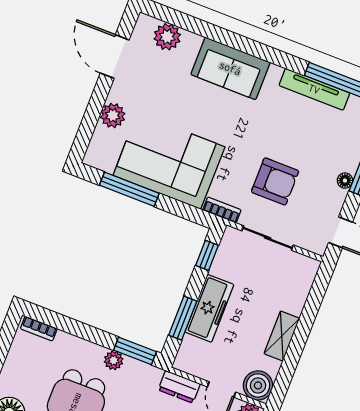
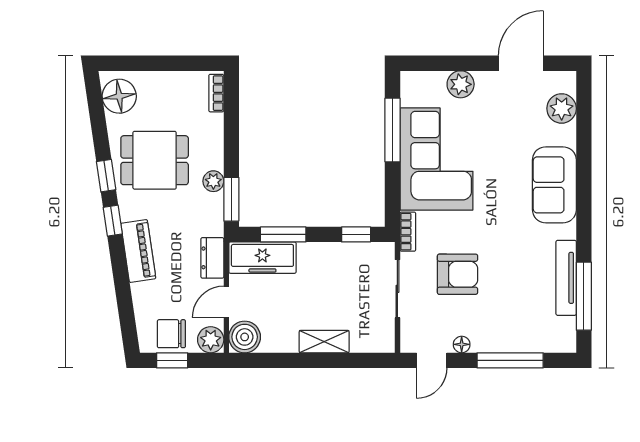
armchair: (275, 181) -> (457, 274), turned -90
floor lamp: (345, 181) -> (462, 344), moved
freezer: (209, 308) -> (262, 258), moved
shelving: (282, 336) -> (324, 342), moved

